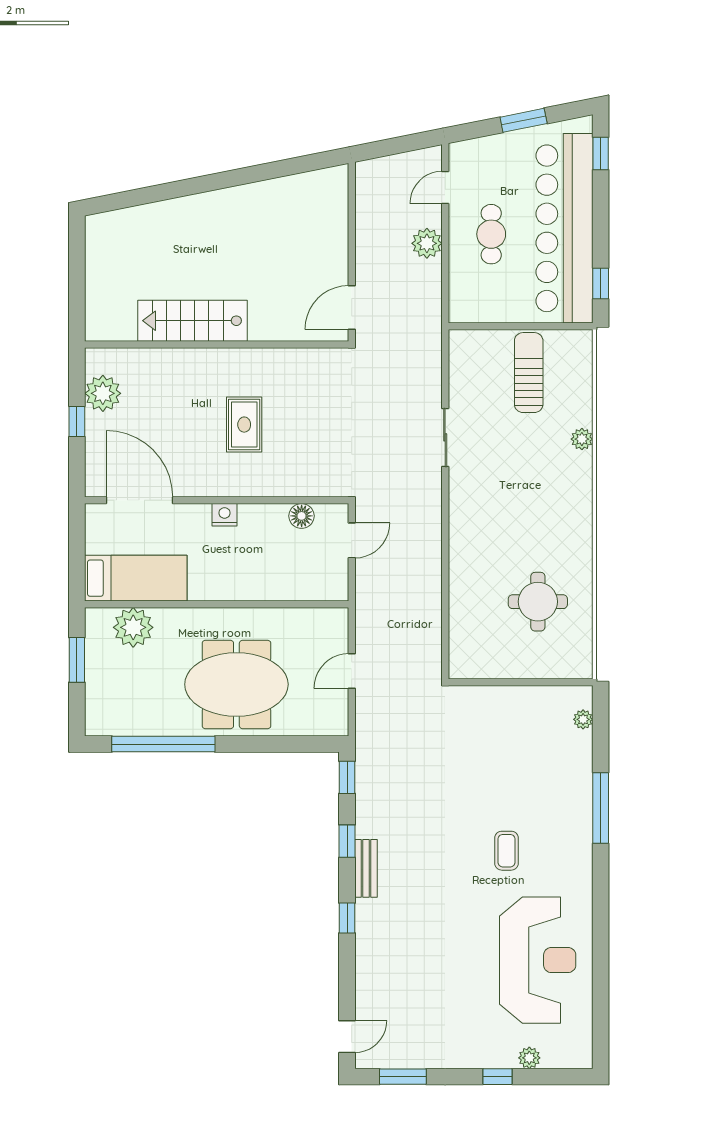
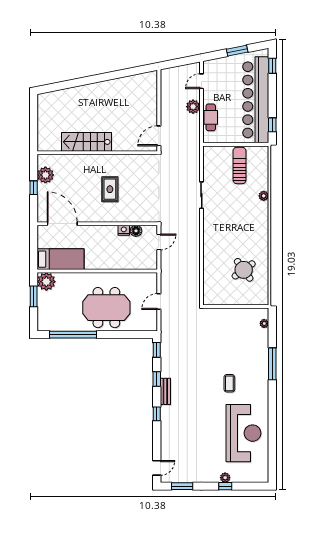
cafe table: (491, 234) -> (211, 117), moved
nightstand: (225, 515) -> (124, 230), moved
round table: (538, 602) -> (244, 270), turned -36
plant: (133, 627) -> (46, 282), moved
plant: (529, 1058) -> (225, 478), moved

